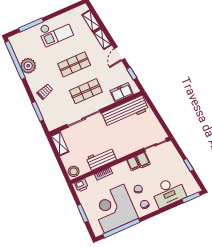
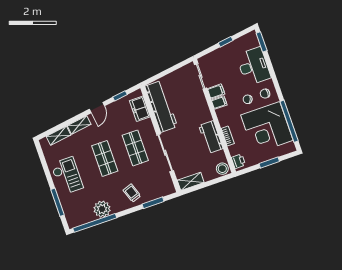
door: (119, 54) -> (97, 108), hinge flipped

